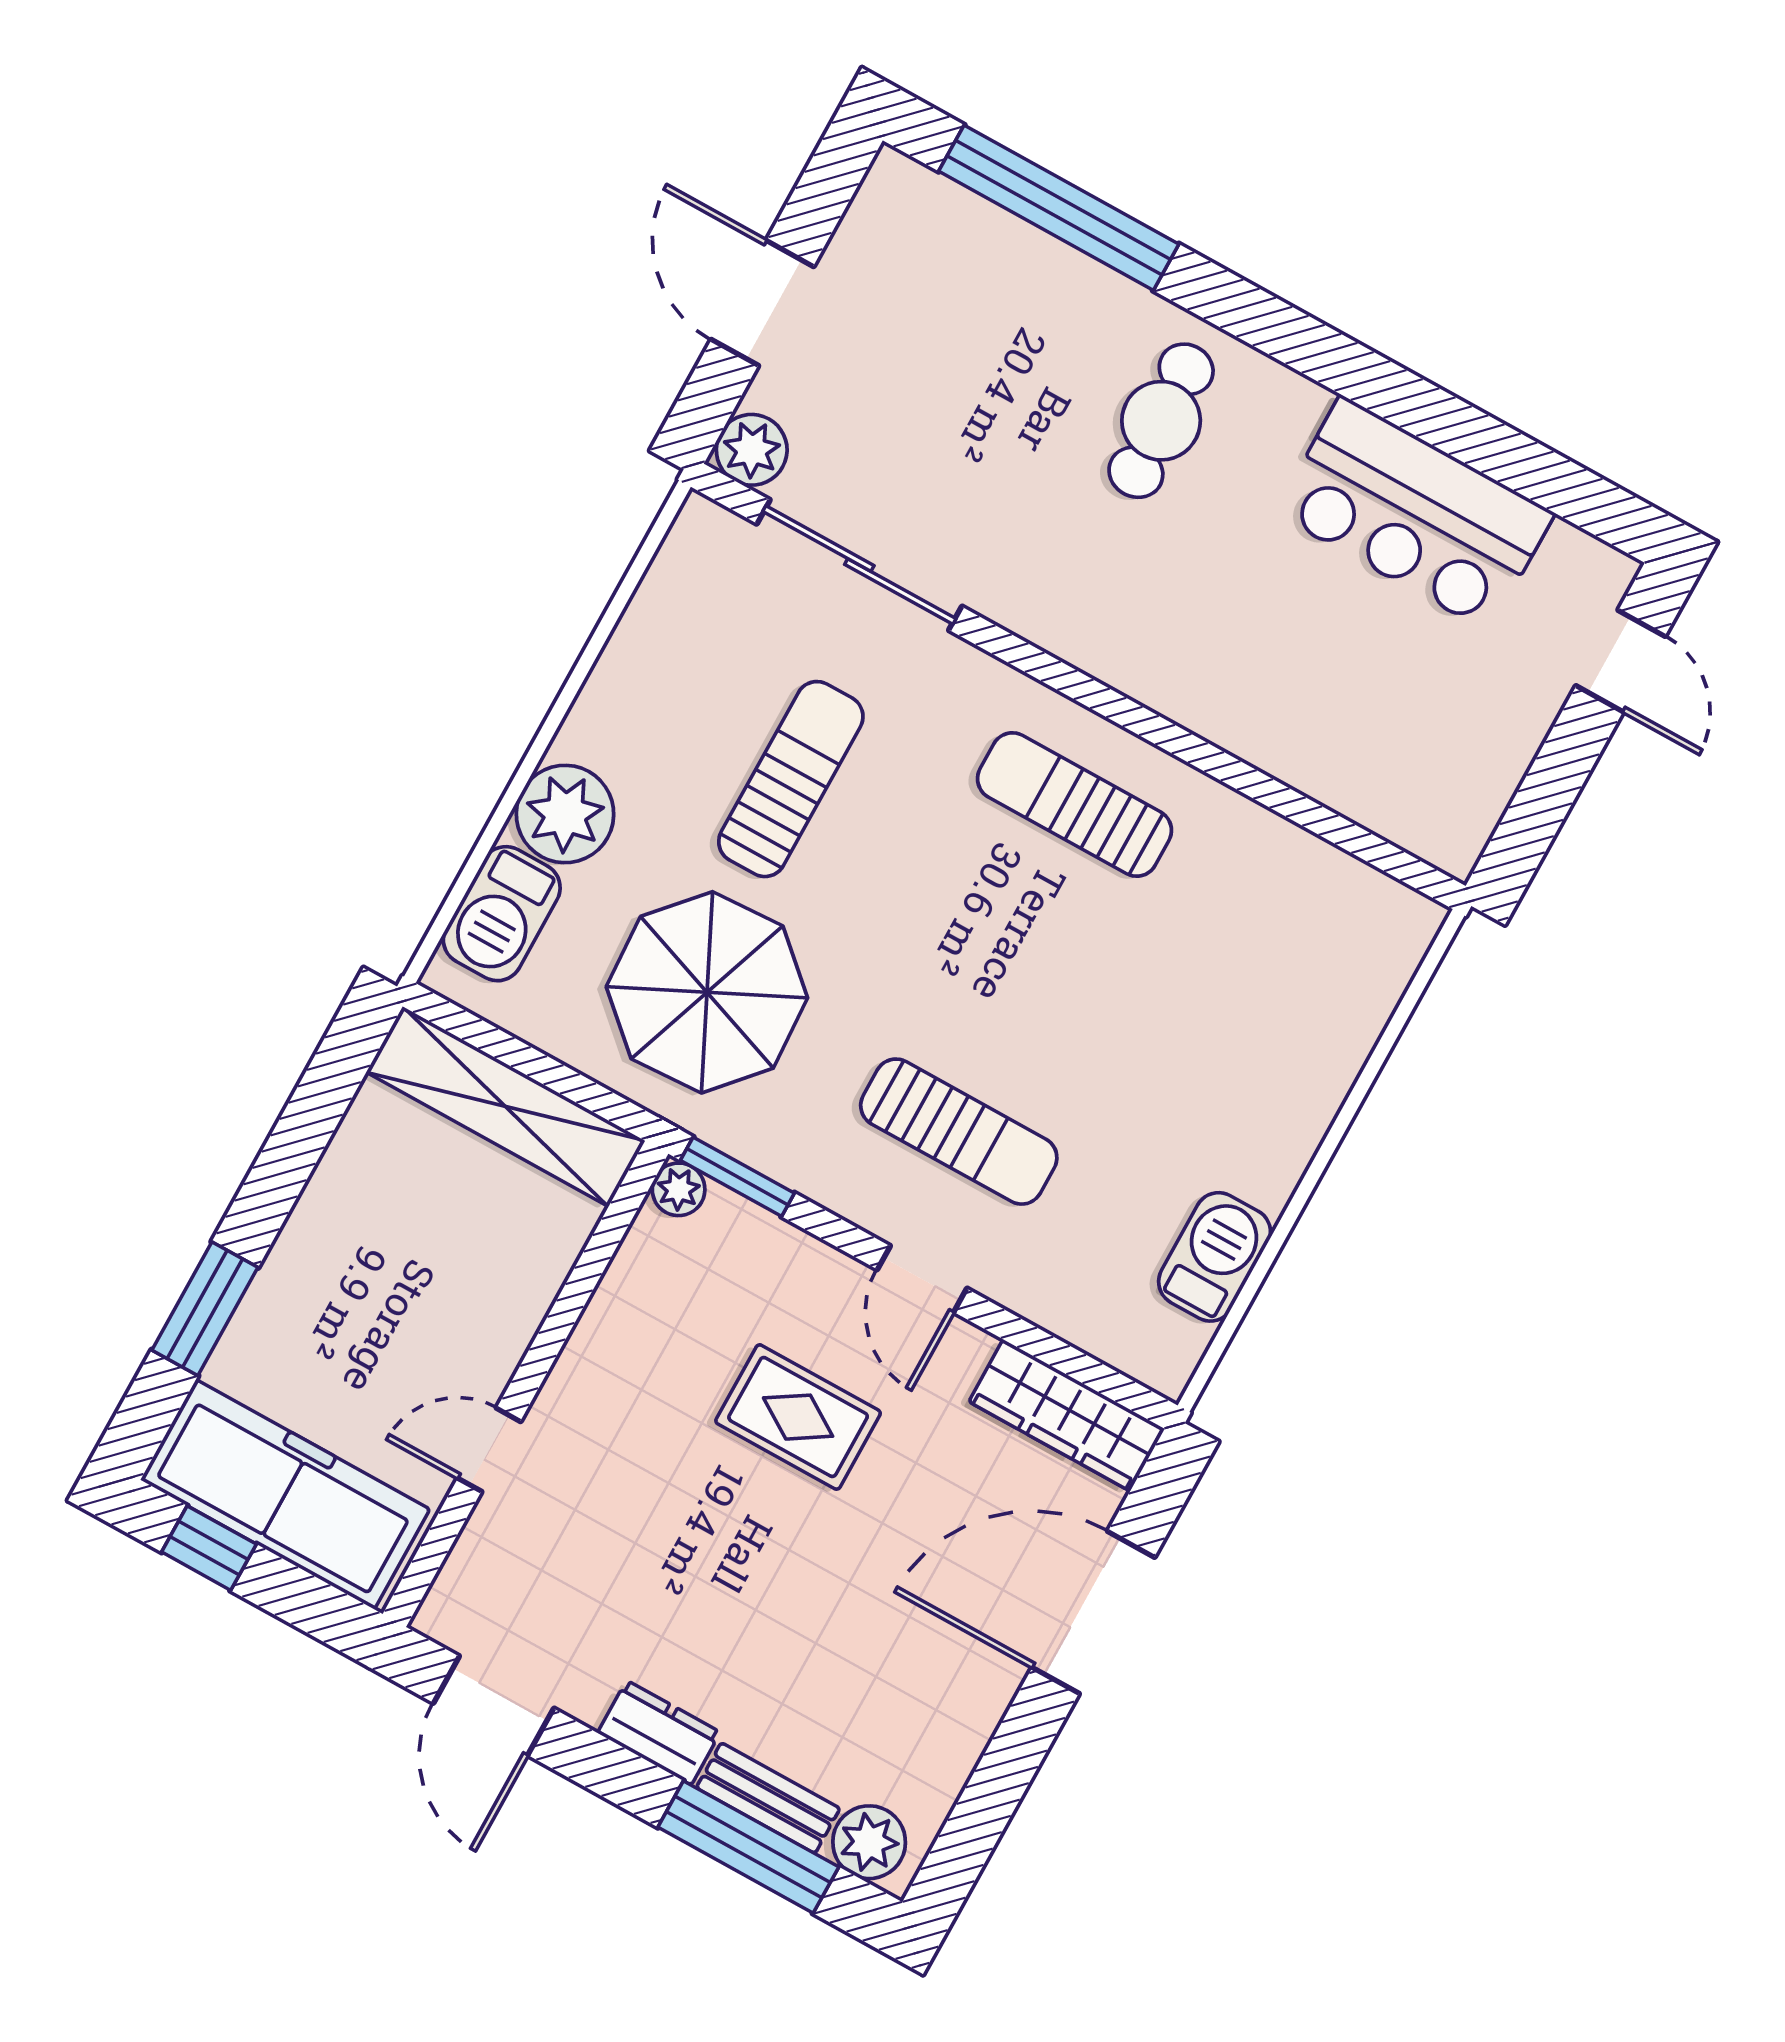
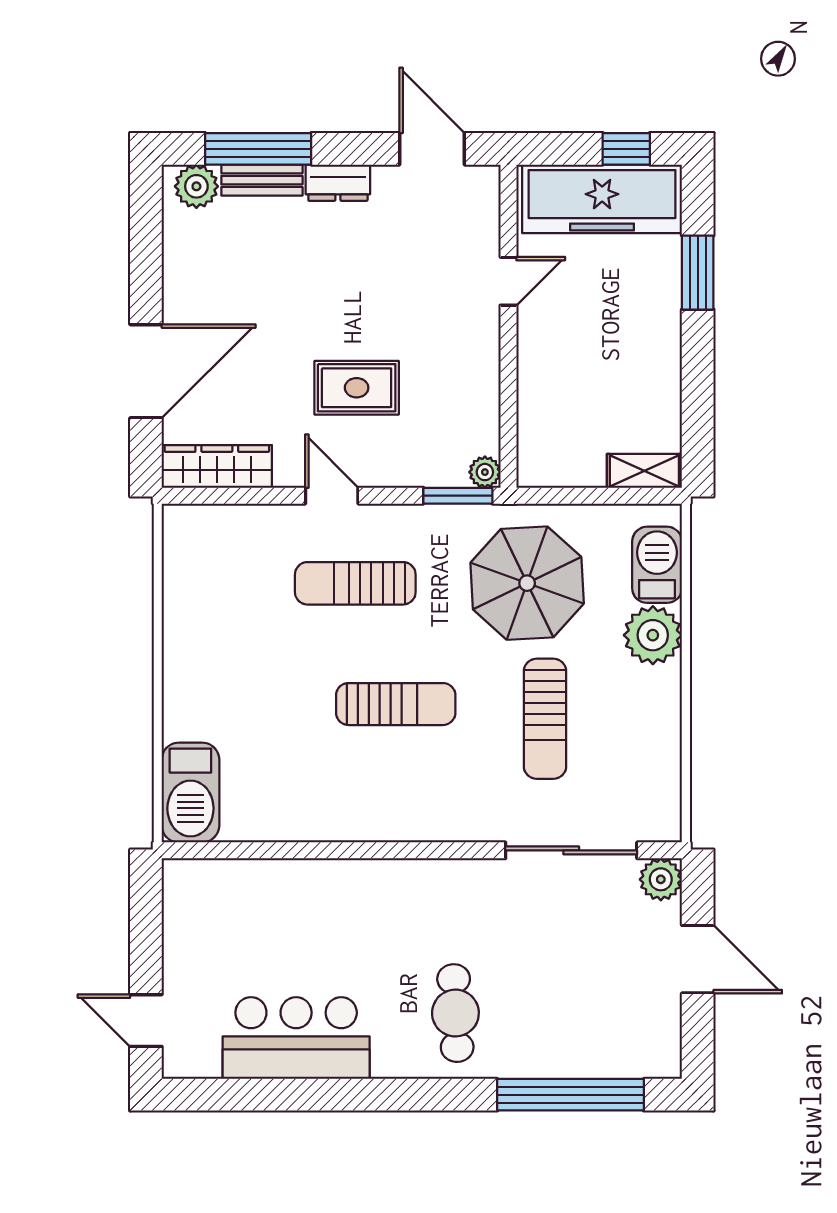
sun lounger: (1075, 805) -> (396, 704), moved
shelving: (505, 1106) -> (644, 471), width x0.45, depth x0.75
barbecue: (1215, 1257) -> (190, 793), moved, width x1.37, depth x1.21

